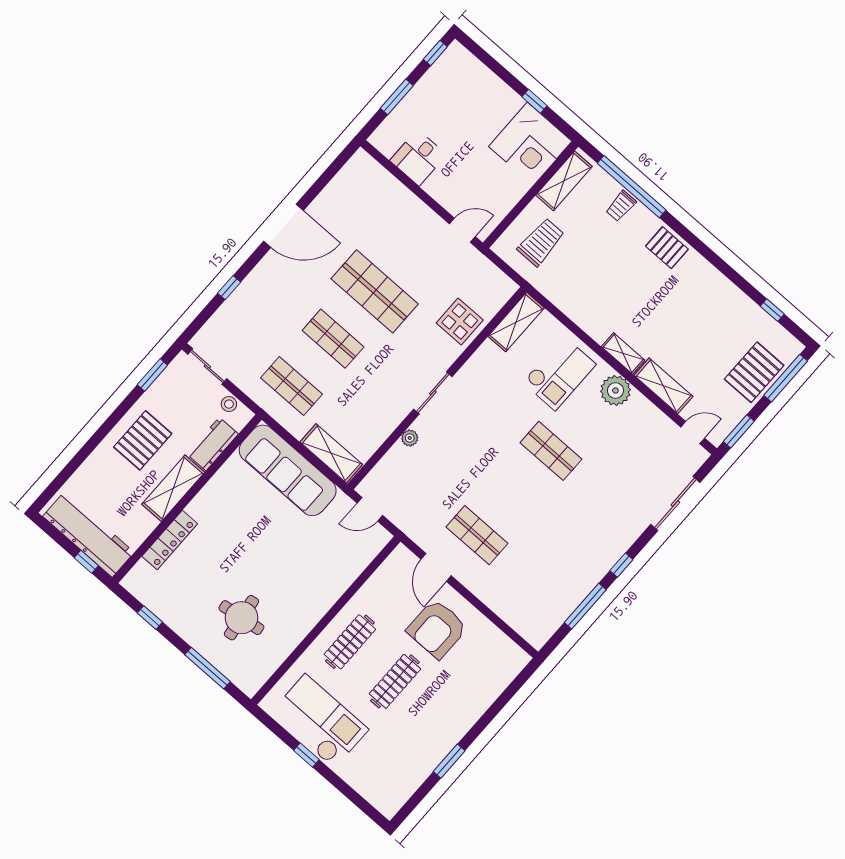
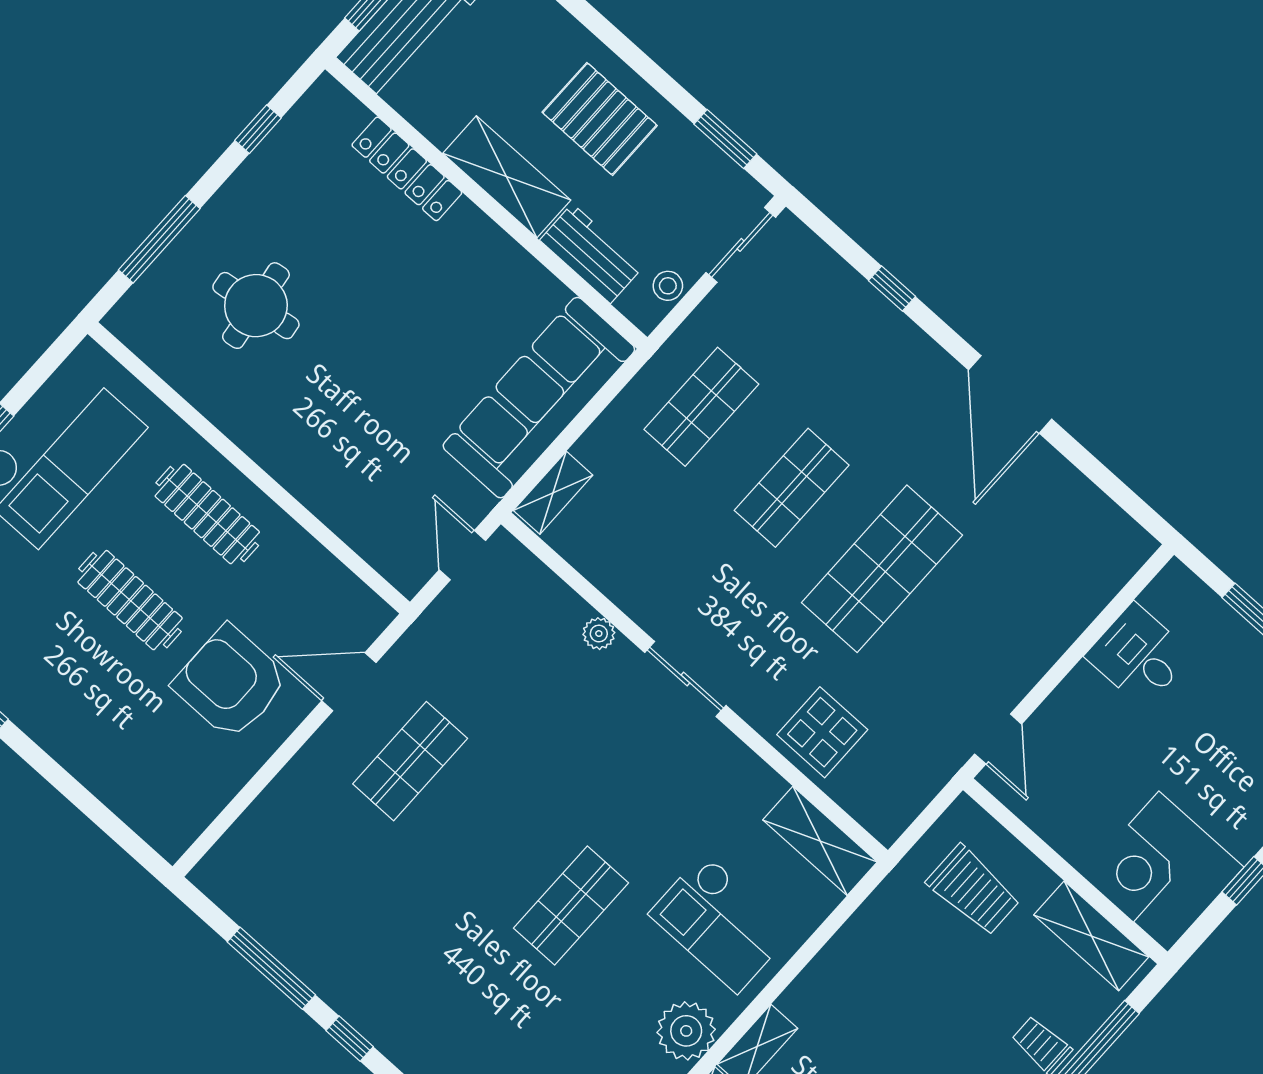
shelving: (331, 453) -> (553, 493), width x0.67, depth x0.75

